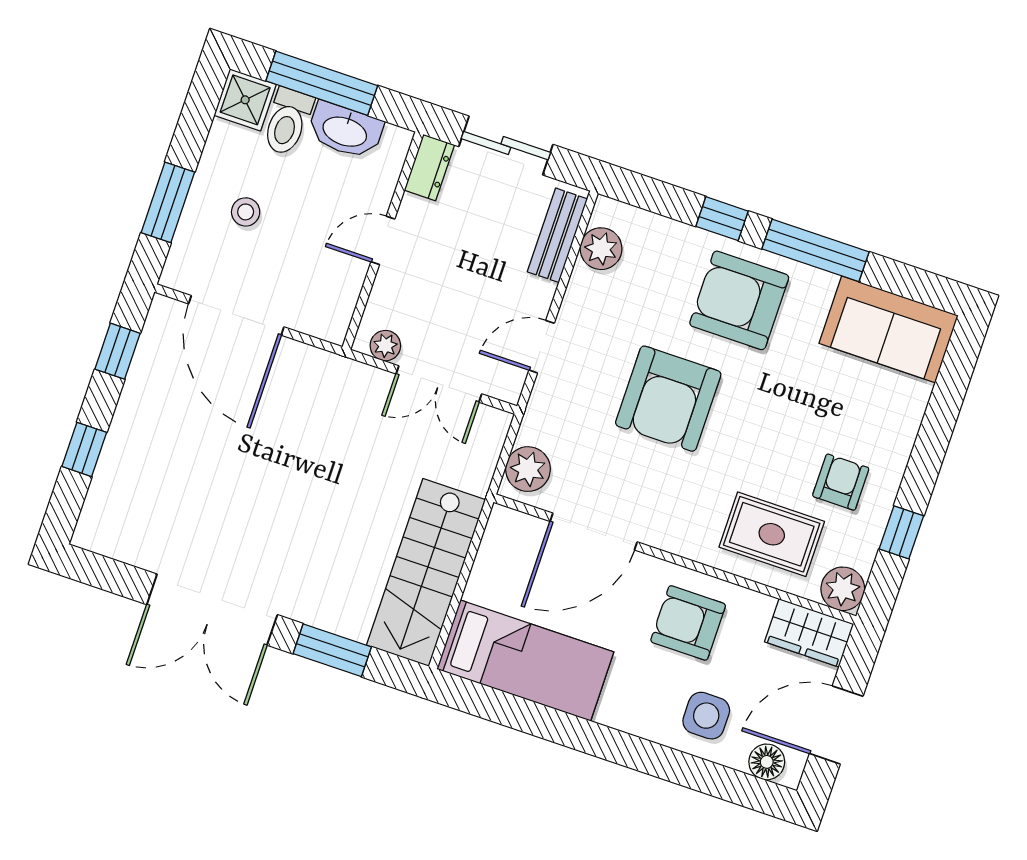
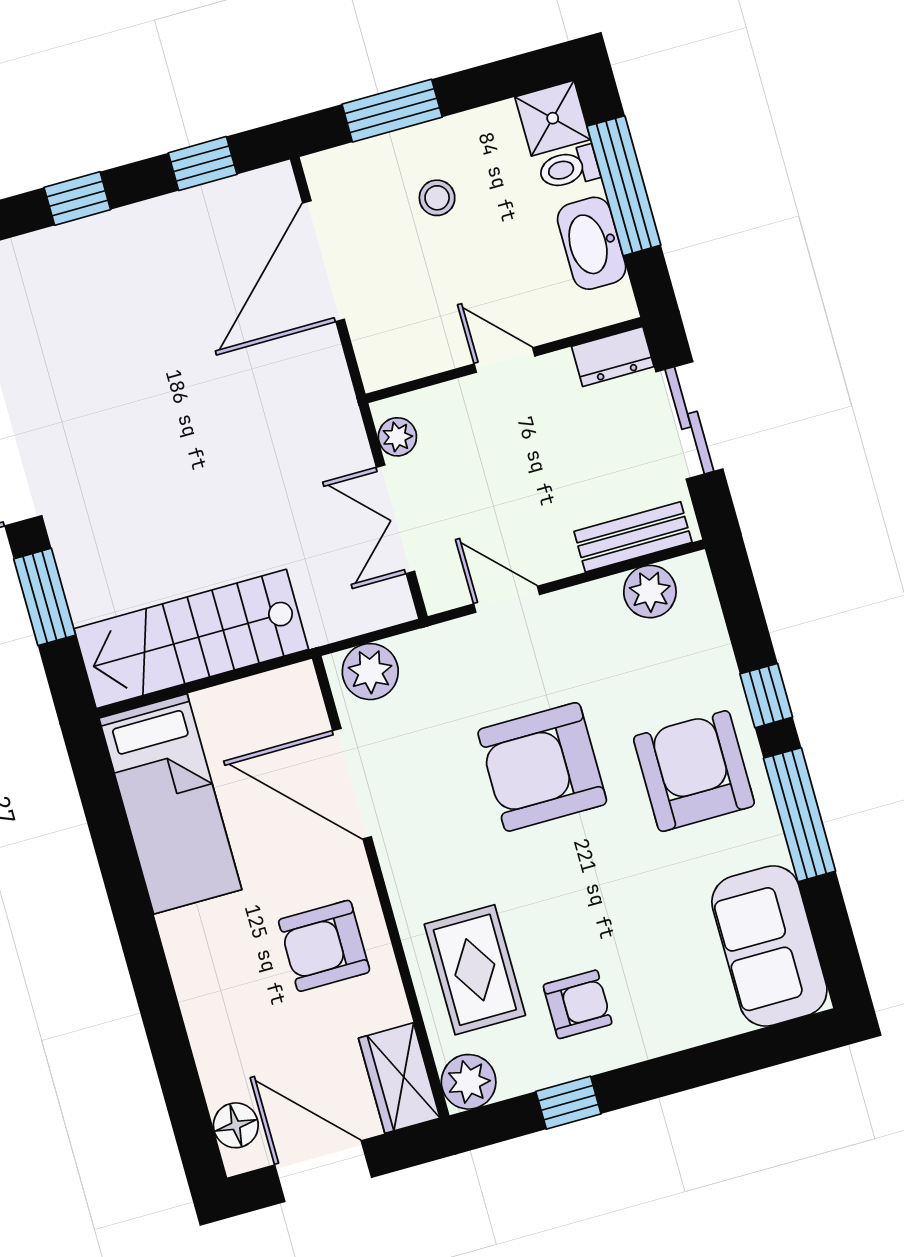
toilet: (287, 122) -> (569, 168), width x0.73, depth x0.72
armchair: (688, 623) -> (324, 946), turned -90
side table: (706, 716) -> (241, 1030), removed

